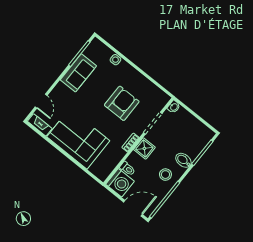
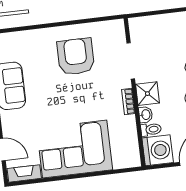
side table: (115, 60) -> (33, 37), removed
armchair: (122, 103) -> (76, 57), moved
washbasin: (174, 107) -> (146, 115), moved

